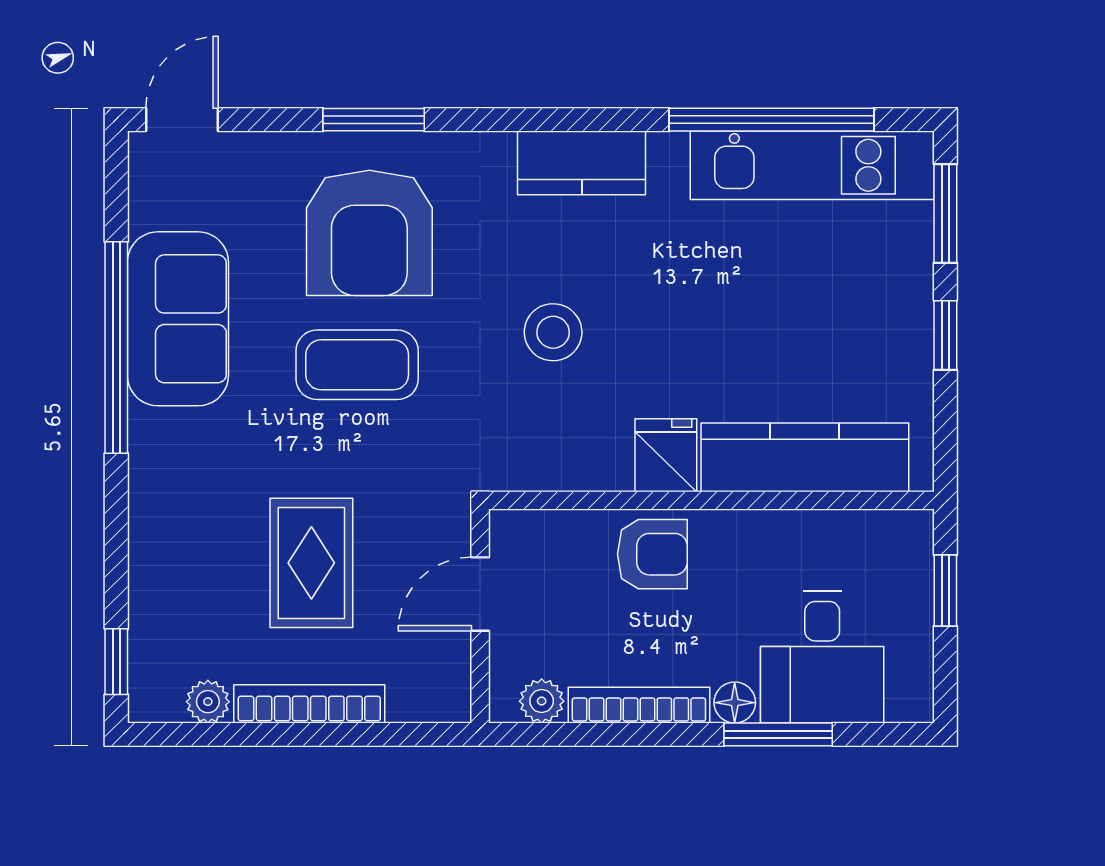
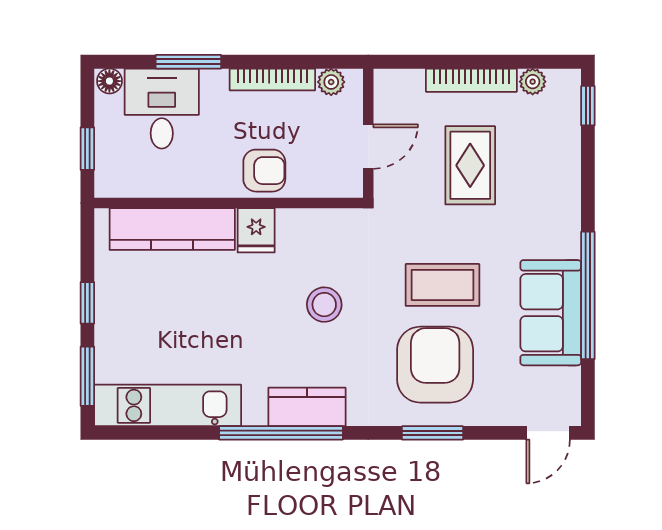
window: (771, 120) -> (281, 433), moved
armchair: (652, 554) -> (264, 171), turned 180
floor lamp: (735, 703) -> (109, 81), moved

